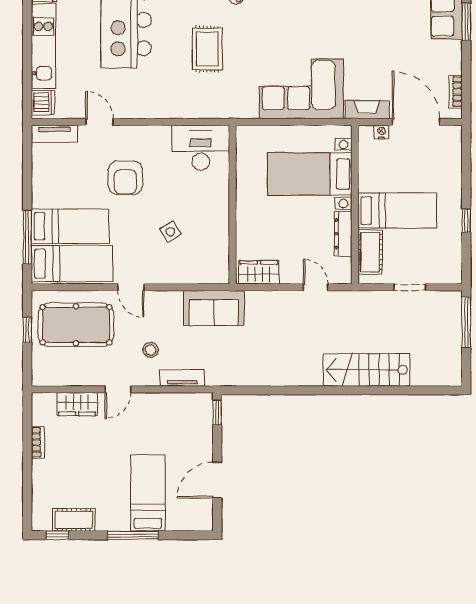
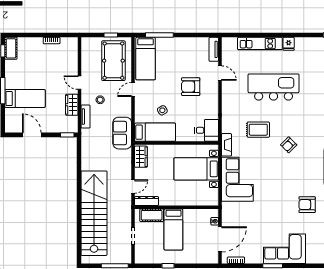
dishwasher: (43, 102) -> (230, 43), removed
fireplace: (367, 110) -> (226, 145), moved
door: (99, 122) -> (220, 73), hinge flipped
desk: (201, 148) -> (207, 130), width x0.73
bed with nightstands: (310, 174) -> (196, 169), moved, turned -90
bed: (70, 226) -> (155, 132), moved, turned -90
dresser: (343, 234) -> (147, 201), moved
stairs: (366, 370) -> (94, 213), width x1.86, depth x1.51
wardrobe: (77, 404) -> (72, 105), moved
cot: (74, 520) -> (11, 48), moved

